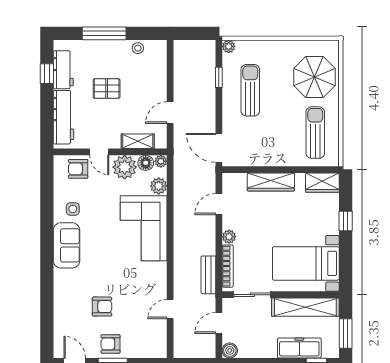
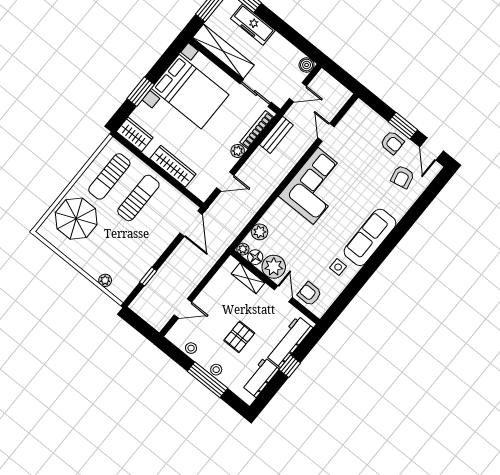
plant: (229, 46) -> (105, 280), moved
stool: (104, 47) -> (216, 370), added
window: (47, 74) -> (290, 366), moved
pallet: (107, 88) -> (239, 337), turned 90
sun lounger: (250, 90) -> (138, 198), moved, turned 180
door: (170, 113) -> (183, 308), moved
armchair: (78, 169) -> (310, 294), turned 180
window: (346, 221) -> (141, 92), width x1.50
corner sofa: (144, 228) -> (316, 186), moved
sofa: (67, 245) -> (370, 237), width x1.36
bed with nightstands: (306, 263) -> (190, 92), width x1.36
armchair: (102, 307) -> (402, 177), moved, turned -102
door: (170, 309) -> (326, 132), swing flipped

